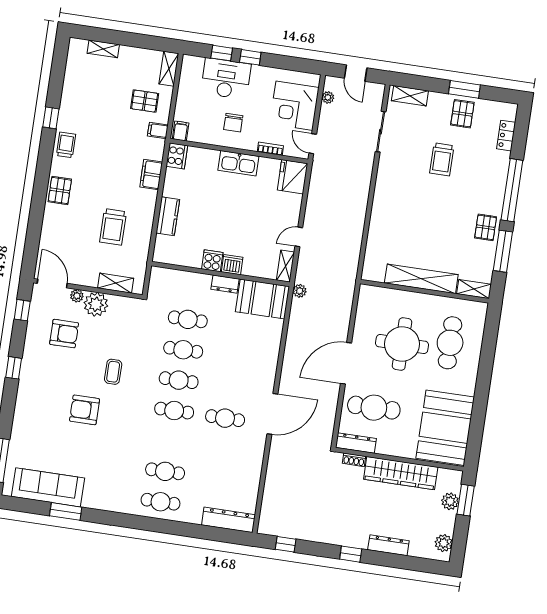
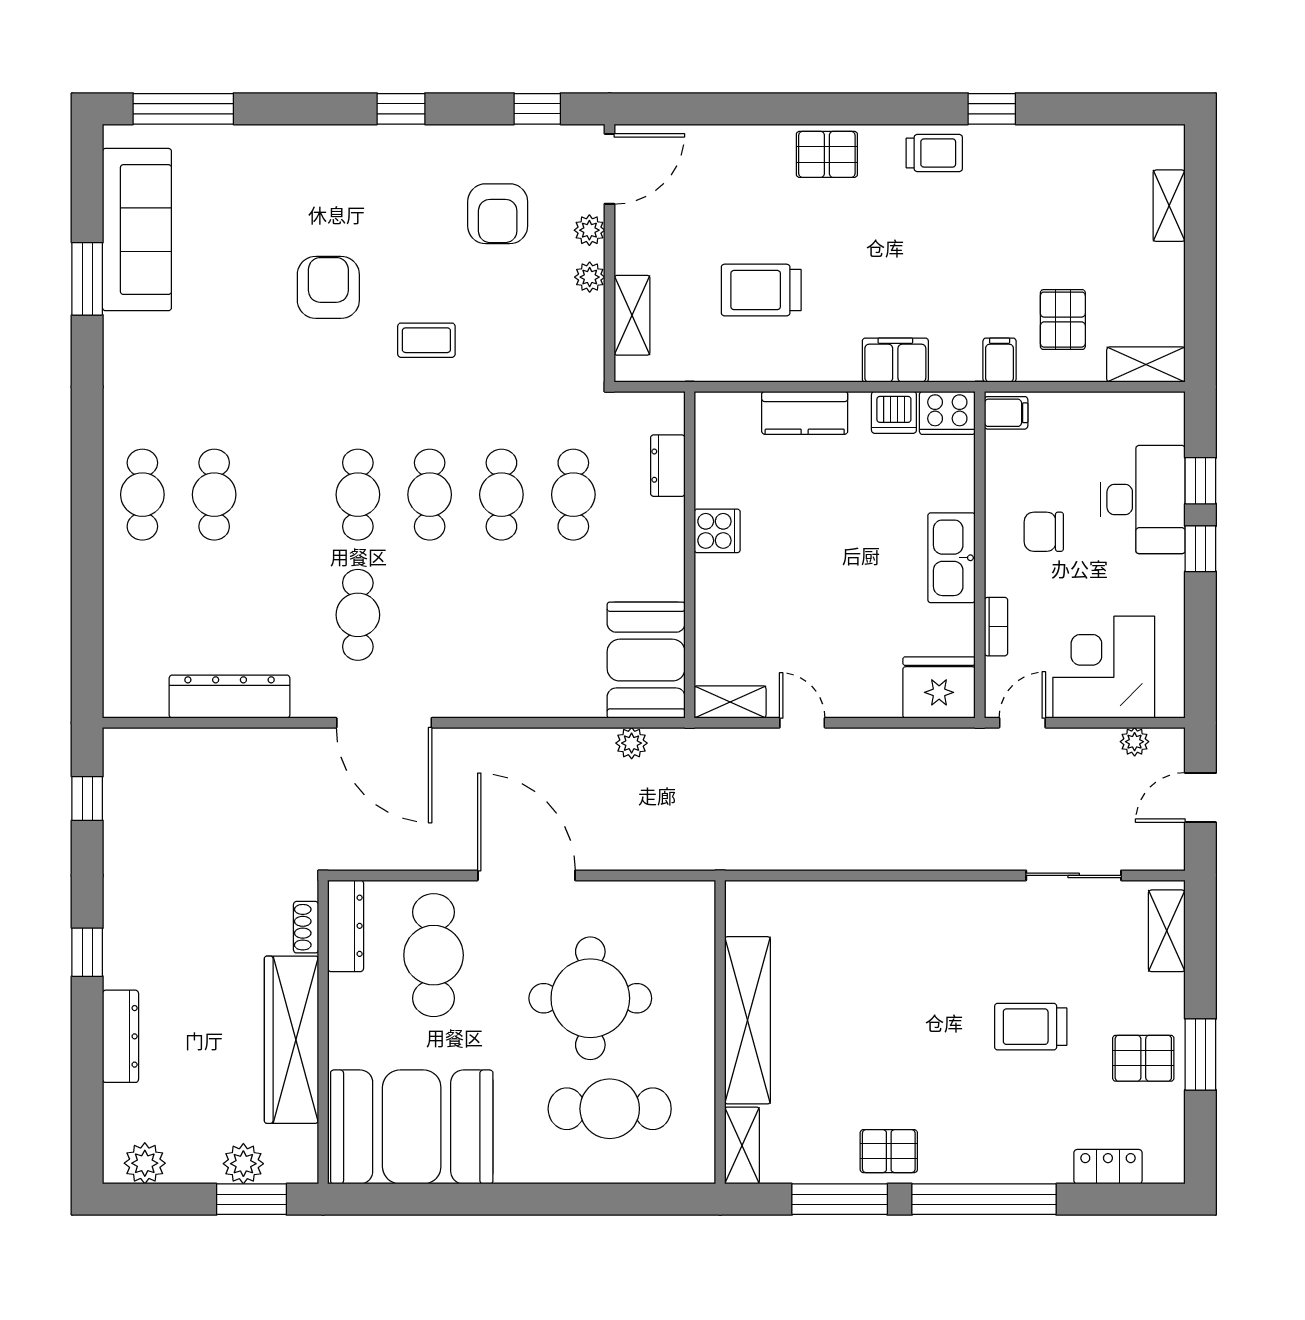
dishwasher: (232, 265) -> (894, 412), moved, turned 90
dresser: (225, 284) -> (668, 466), moved
plant: (300, 291) -> (632, 743), moved
plant: (96, 304) -> (590, 277), width x0.53, depth x0.53
dresser: (228, 520) -> (230, 697), moved, turned -90

